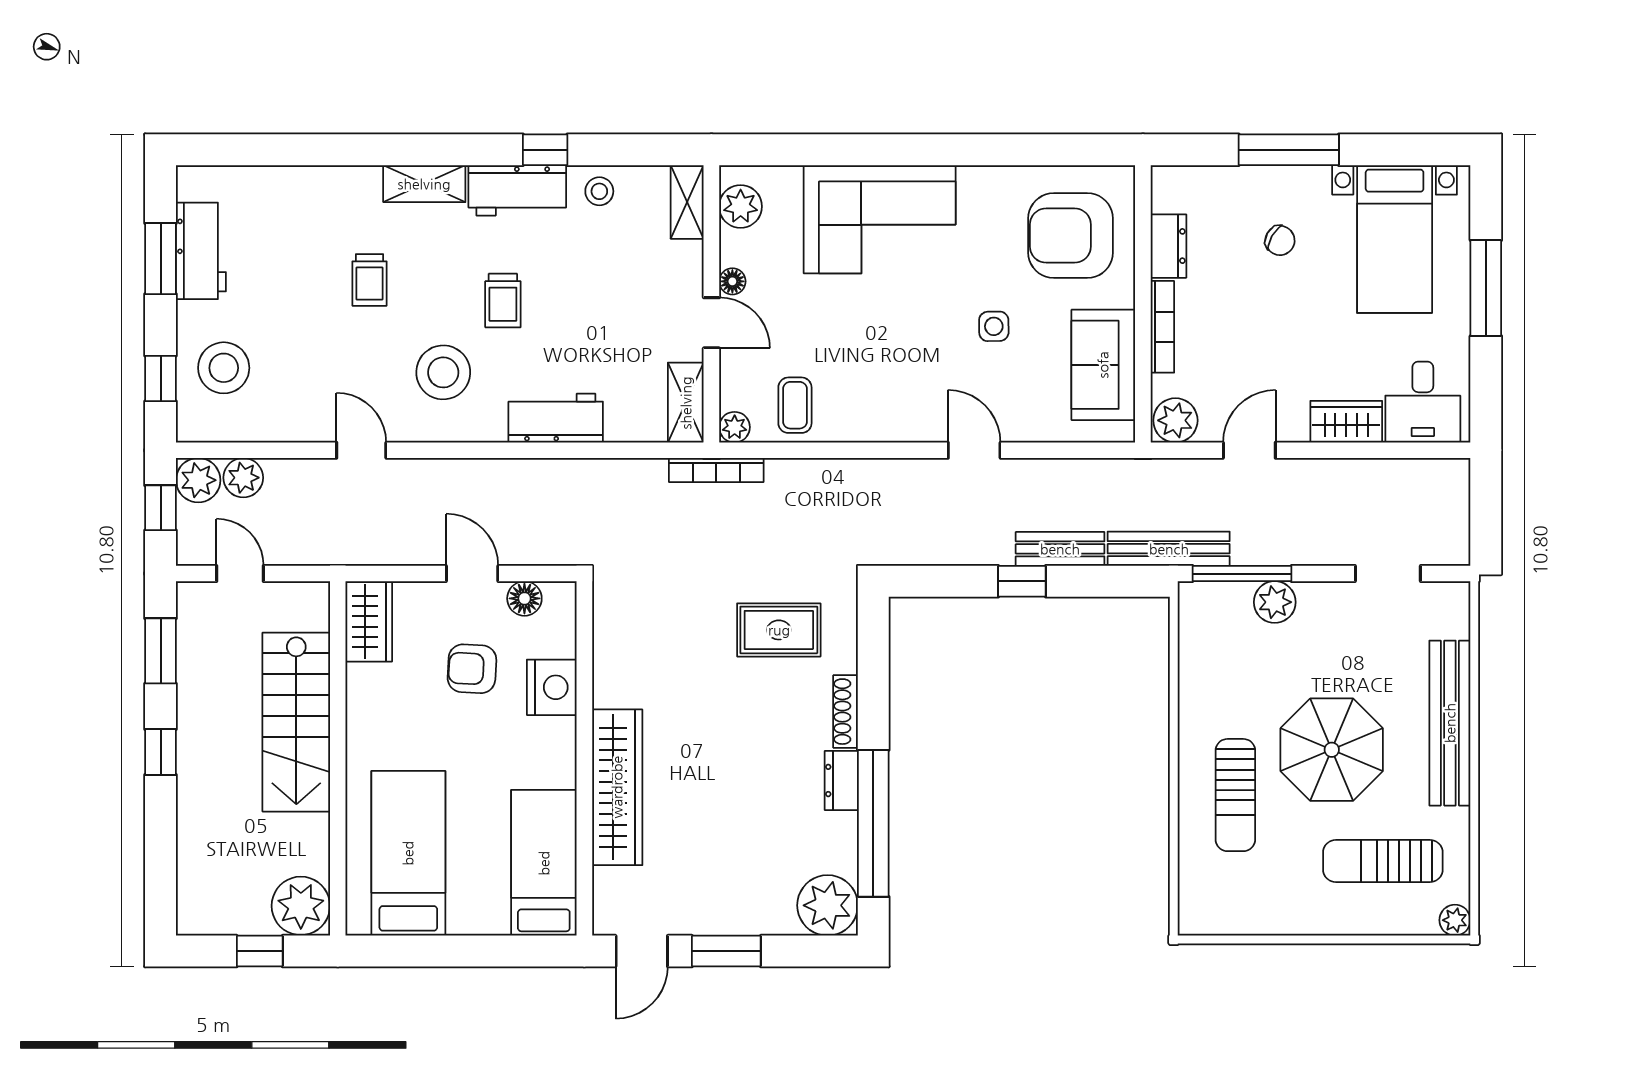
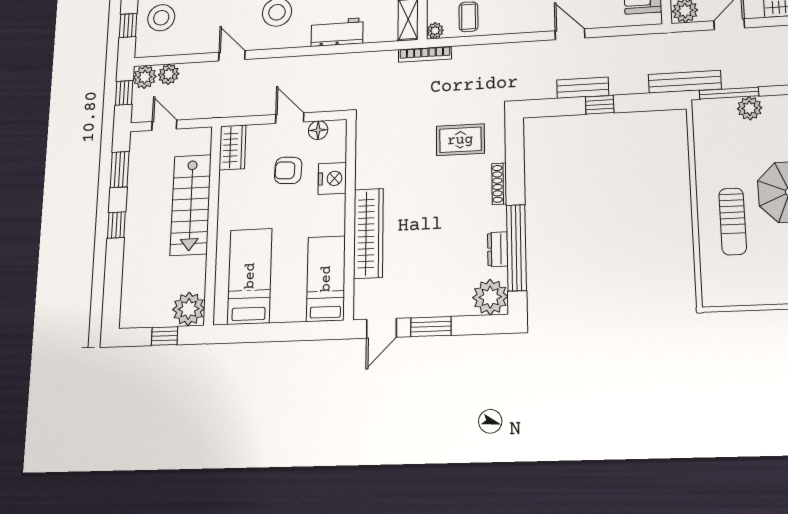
bench: (1060, 549) -> (583, 88), moved
dresser: (841, 780) -> (498, 249), moved

